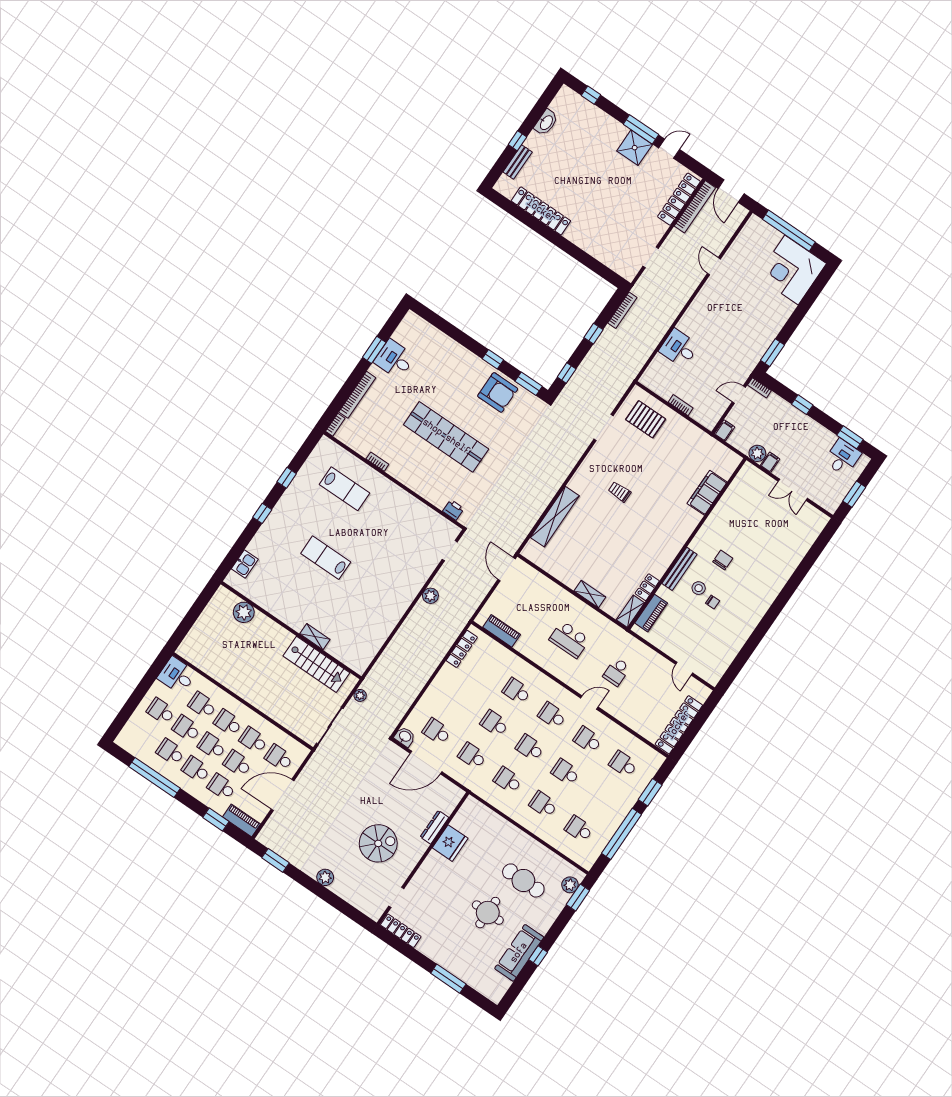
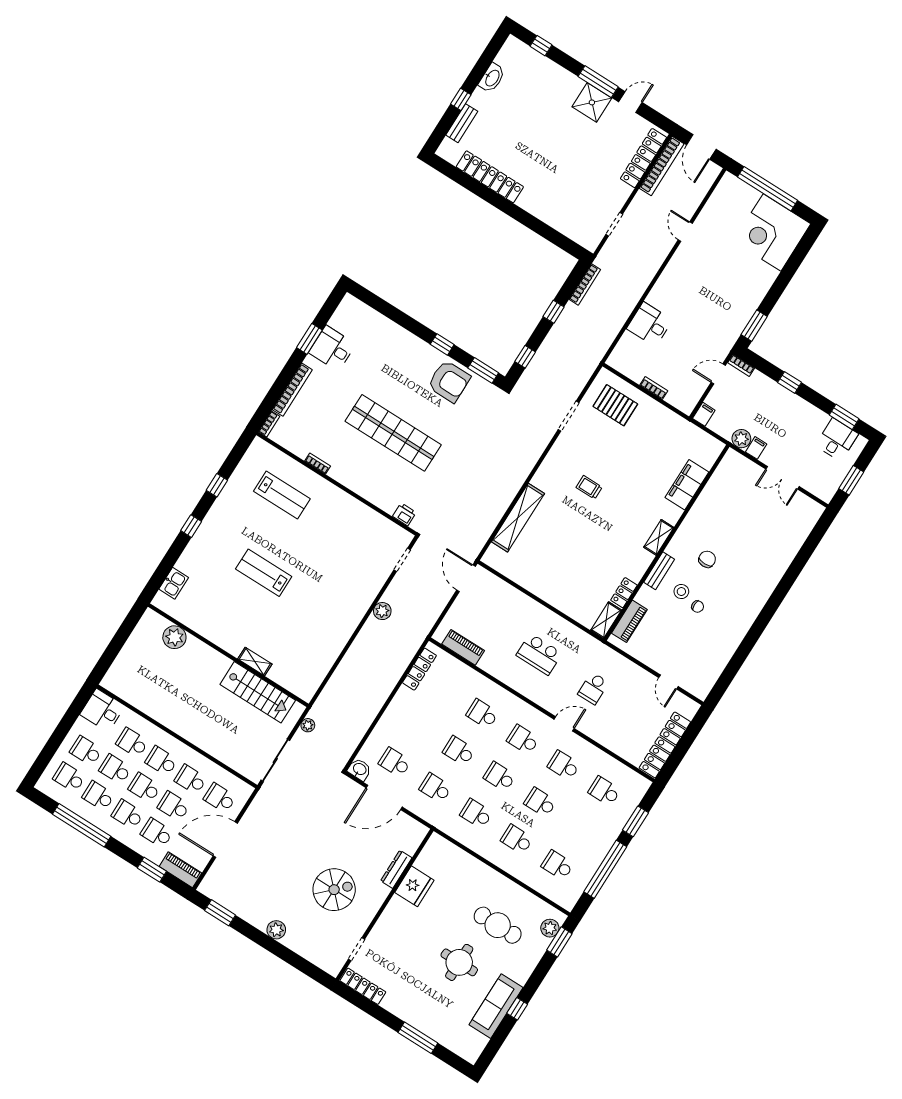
bench: (679, 569) -> (659, 571), width x0.73
shelving: (590, 594) -> (659, 537), moved, turned 90
school desk: (145, 734) -> (69, 778), added

